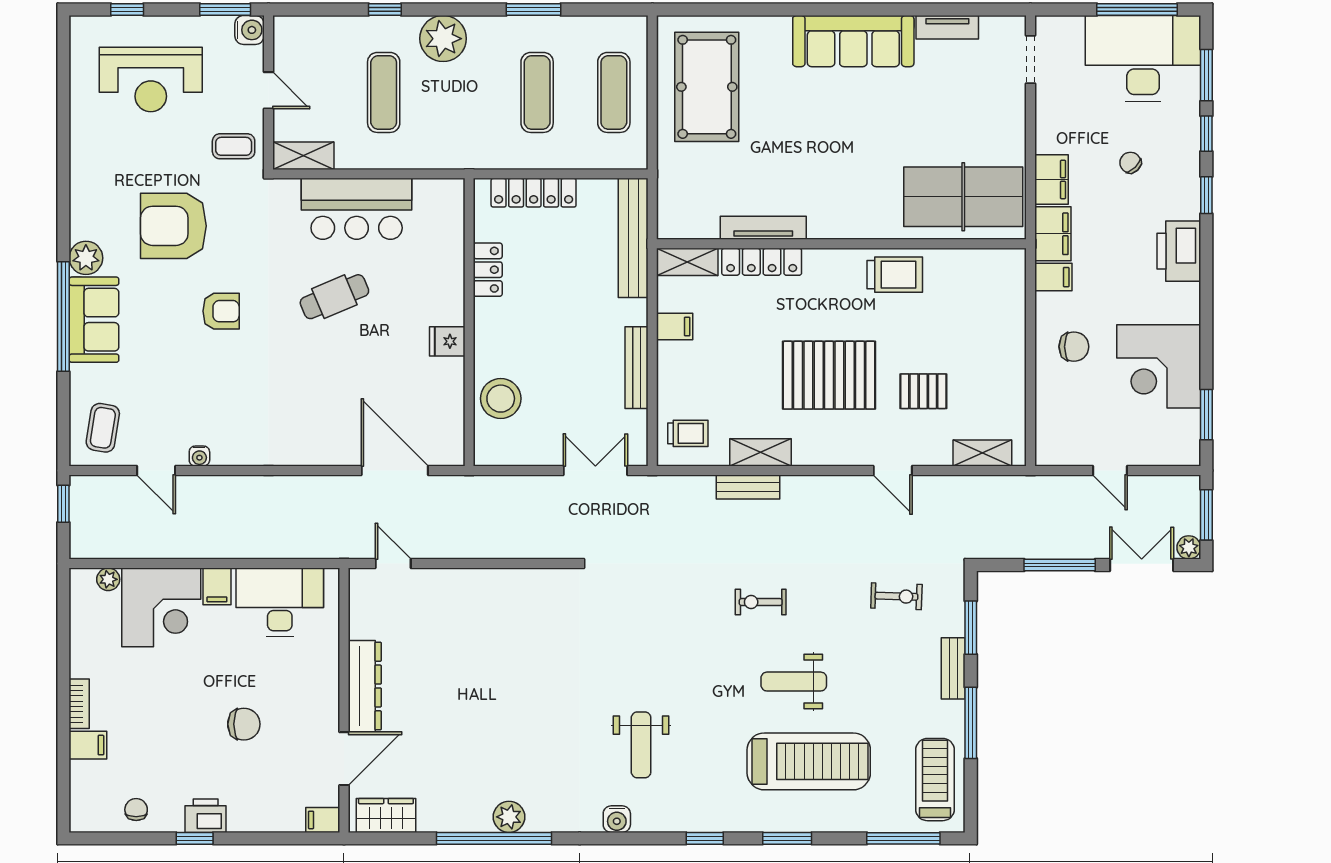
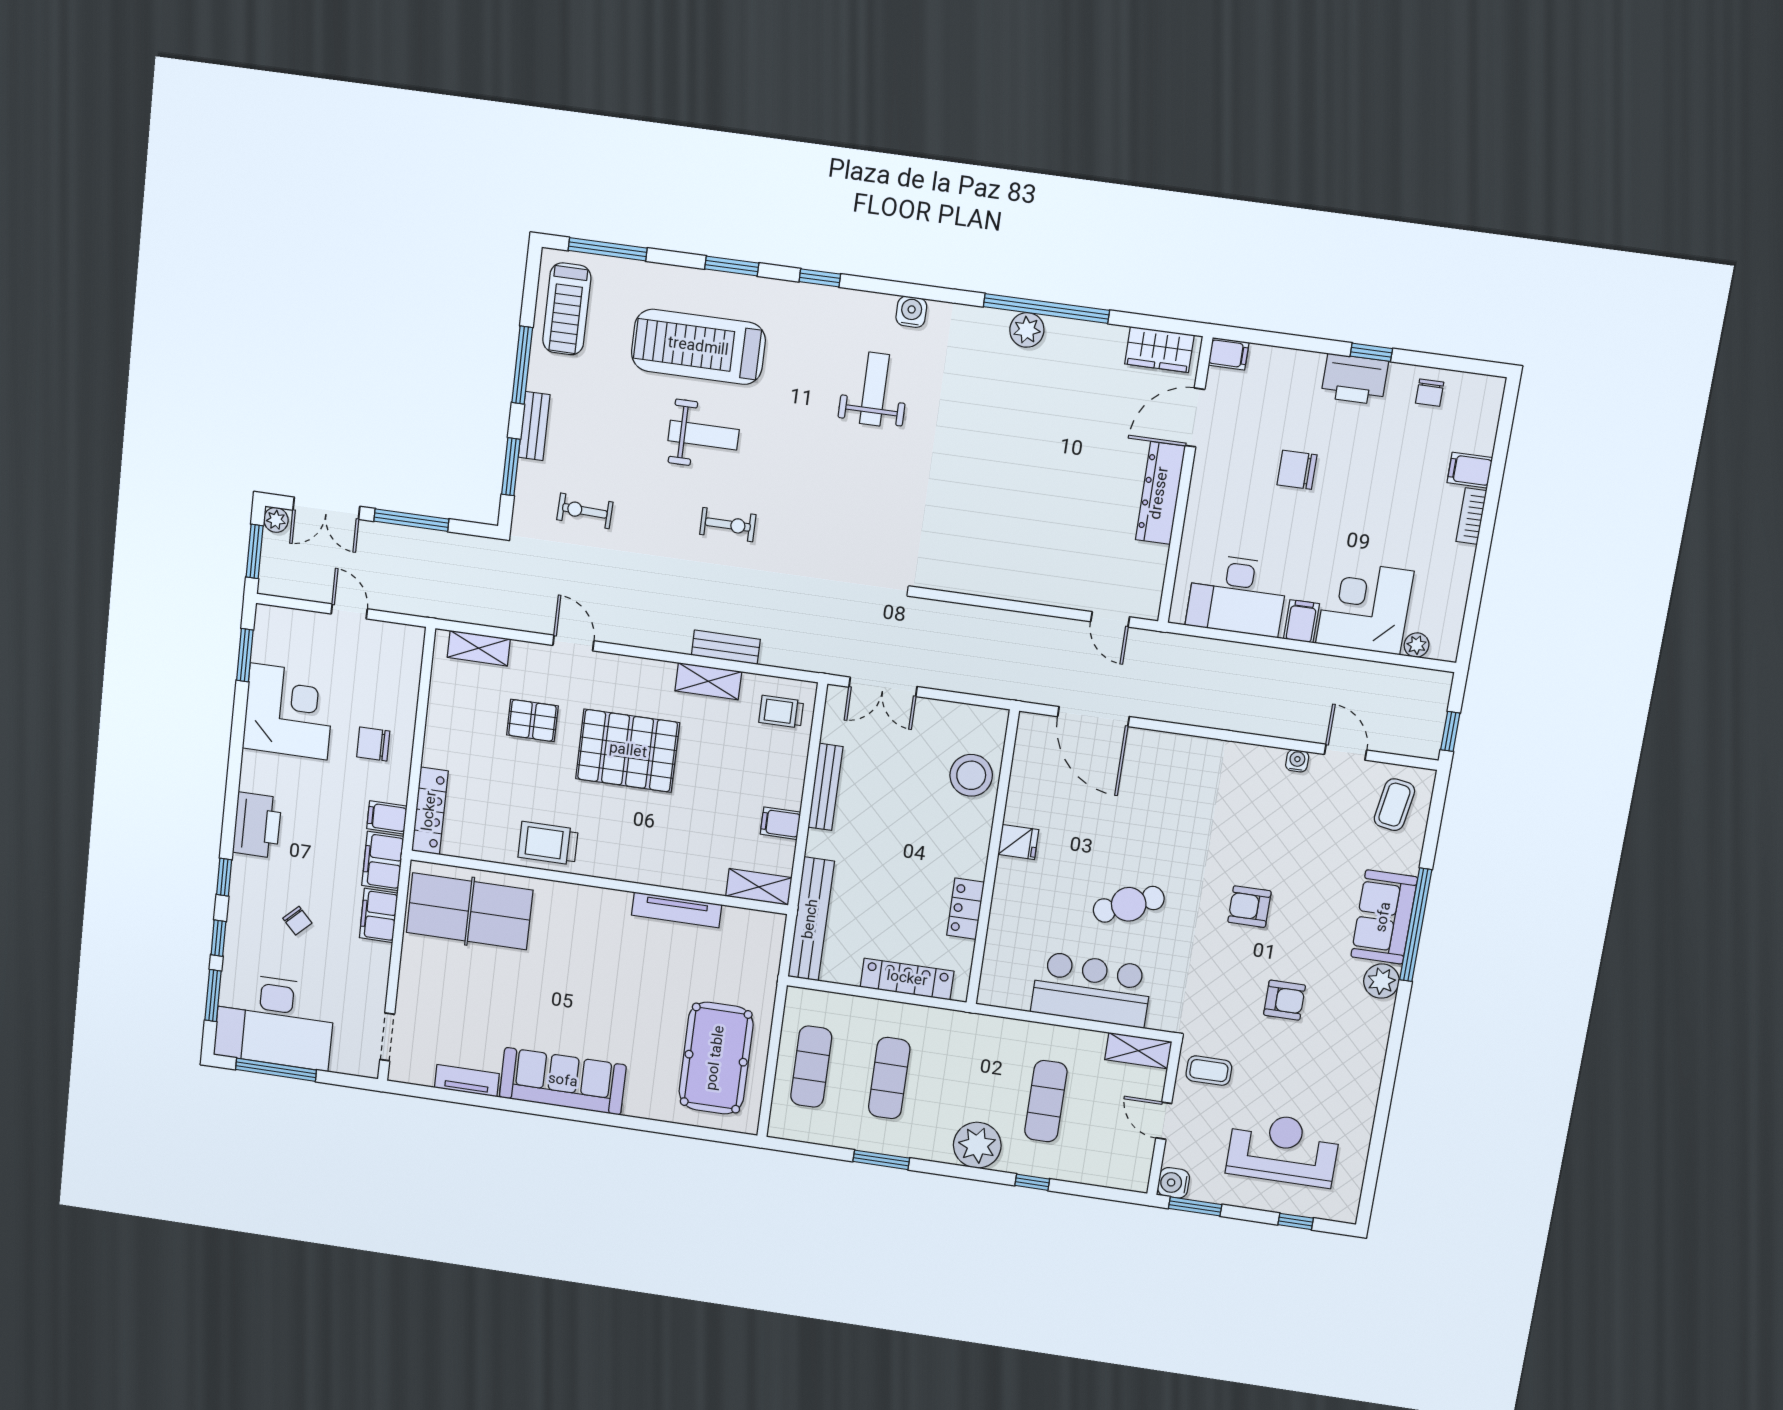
armchair: (173, 226) -> (1285, 1000), width x0.53, depth x0.53
locker: (762, 262) -> (430, 811), moved, turned 90
printer: (206, 816) -> (1355, 379), width x1.37, depth x1.19

